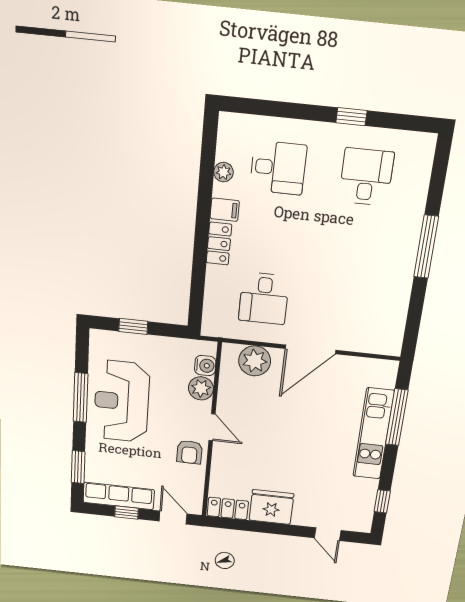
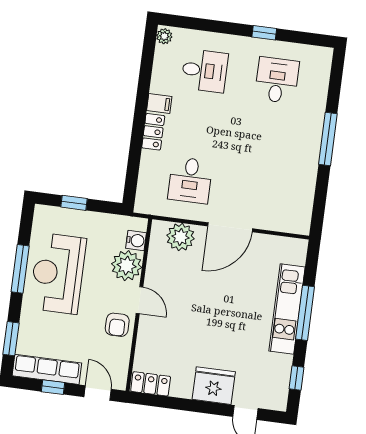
plant: (223, 172) -> (164, 36), moved
plant: (201, 388) -> (127, 266), width x1.36, depth x1.36
window: (397, 417) -> (305, 313), moved
fridge: (271, 507) -> (214, 386), moved

